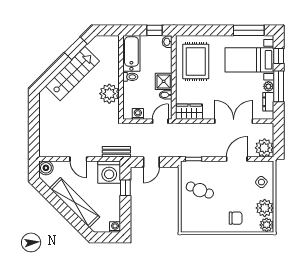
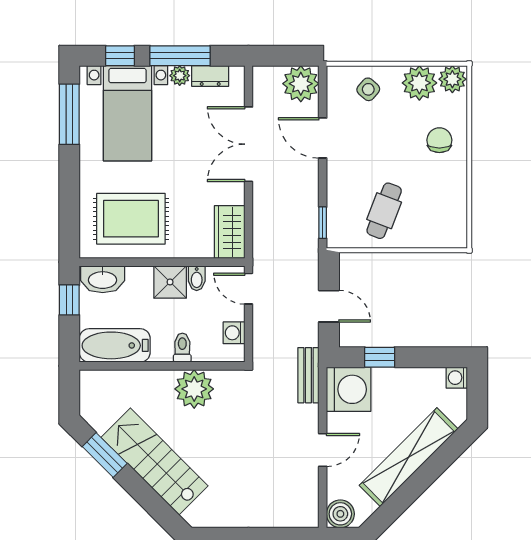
washbasin: (167, 42) -> (103, 279), width x1.91, depth x1.45
toilet: (130, 77) -> (182, 348), moved

